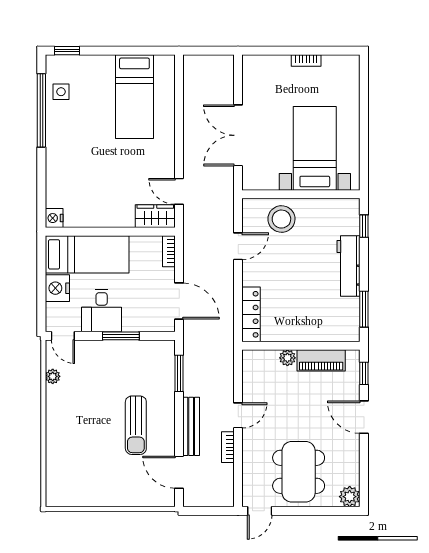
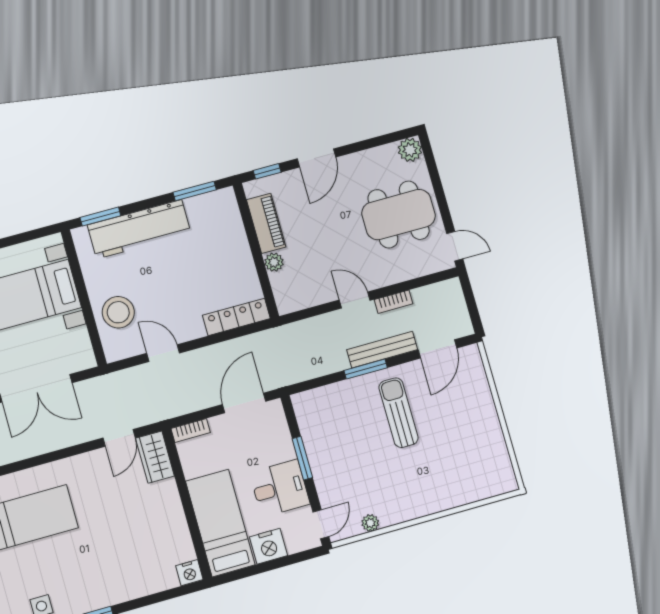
window: (364, 226) -> (100, 217), width x1.50
workbench: (349, 266) -> (139, 229), width x1.36, depth x1.32
window: (179, 373) -> (366, 369), moved
sun lounger: (136, 425) -> (398, 413), turned -90

